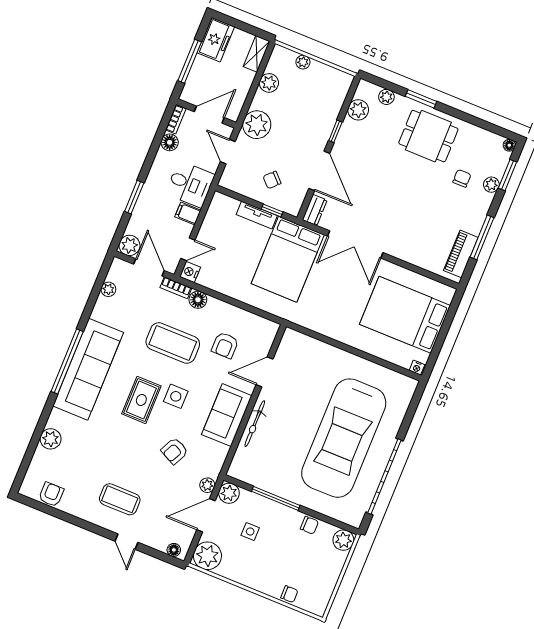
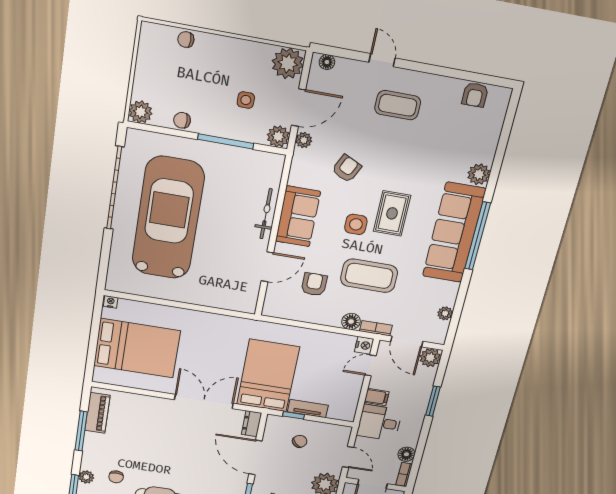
plant: (51, 439) -> (479, 174), moved

